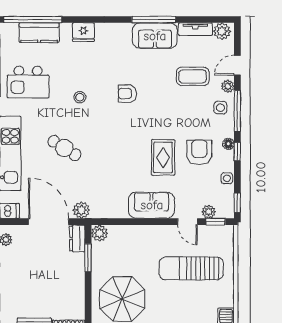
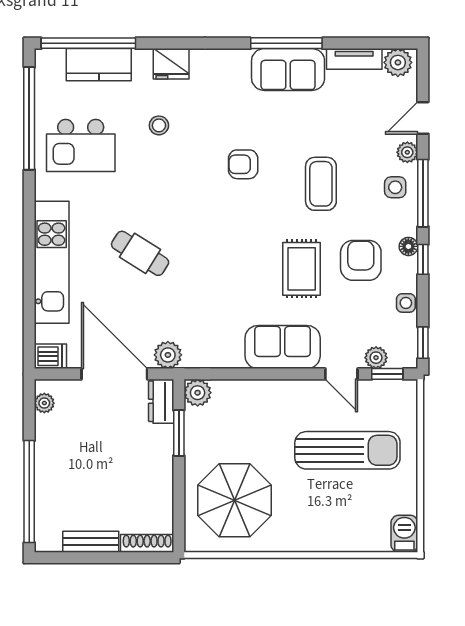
coffee table: (193, 76) -> (321, 184), moved, turned 90
stool: (80, 97) -> (159, 125), moved
sun lounger: (191, 268) -> (347, 450), turned 180

